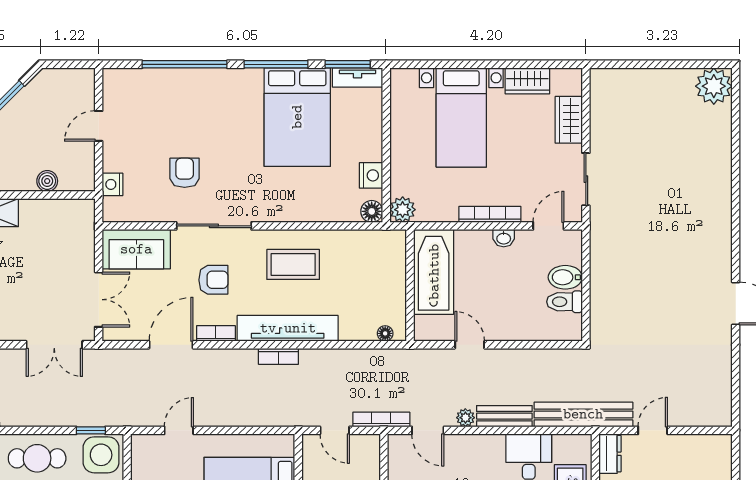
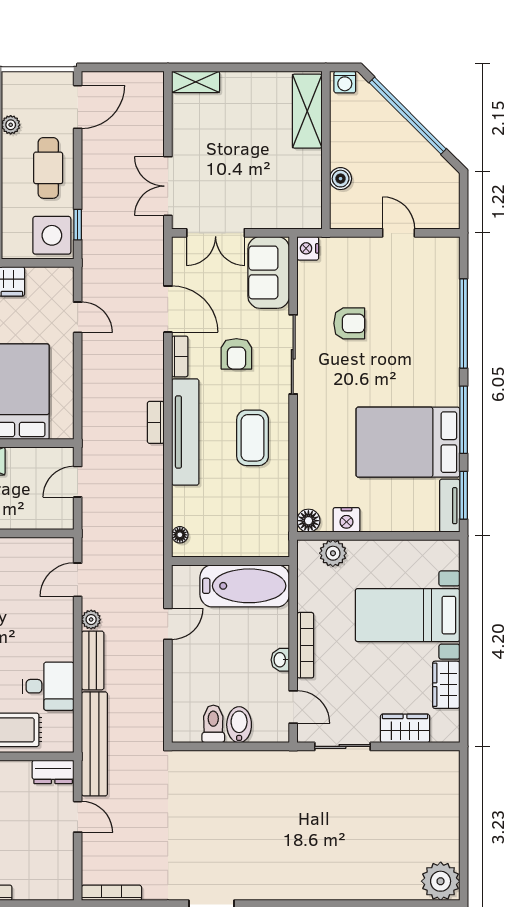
nightstand: (112, 184) -> (308, 248), moved, turned -90
plant: (403, 210) -> (333, 553), moved
bookcase: (381, 419) -> (112, 893), moved, turned -90

